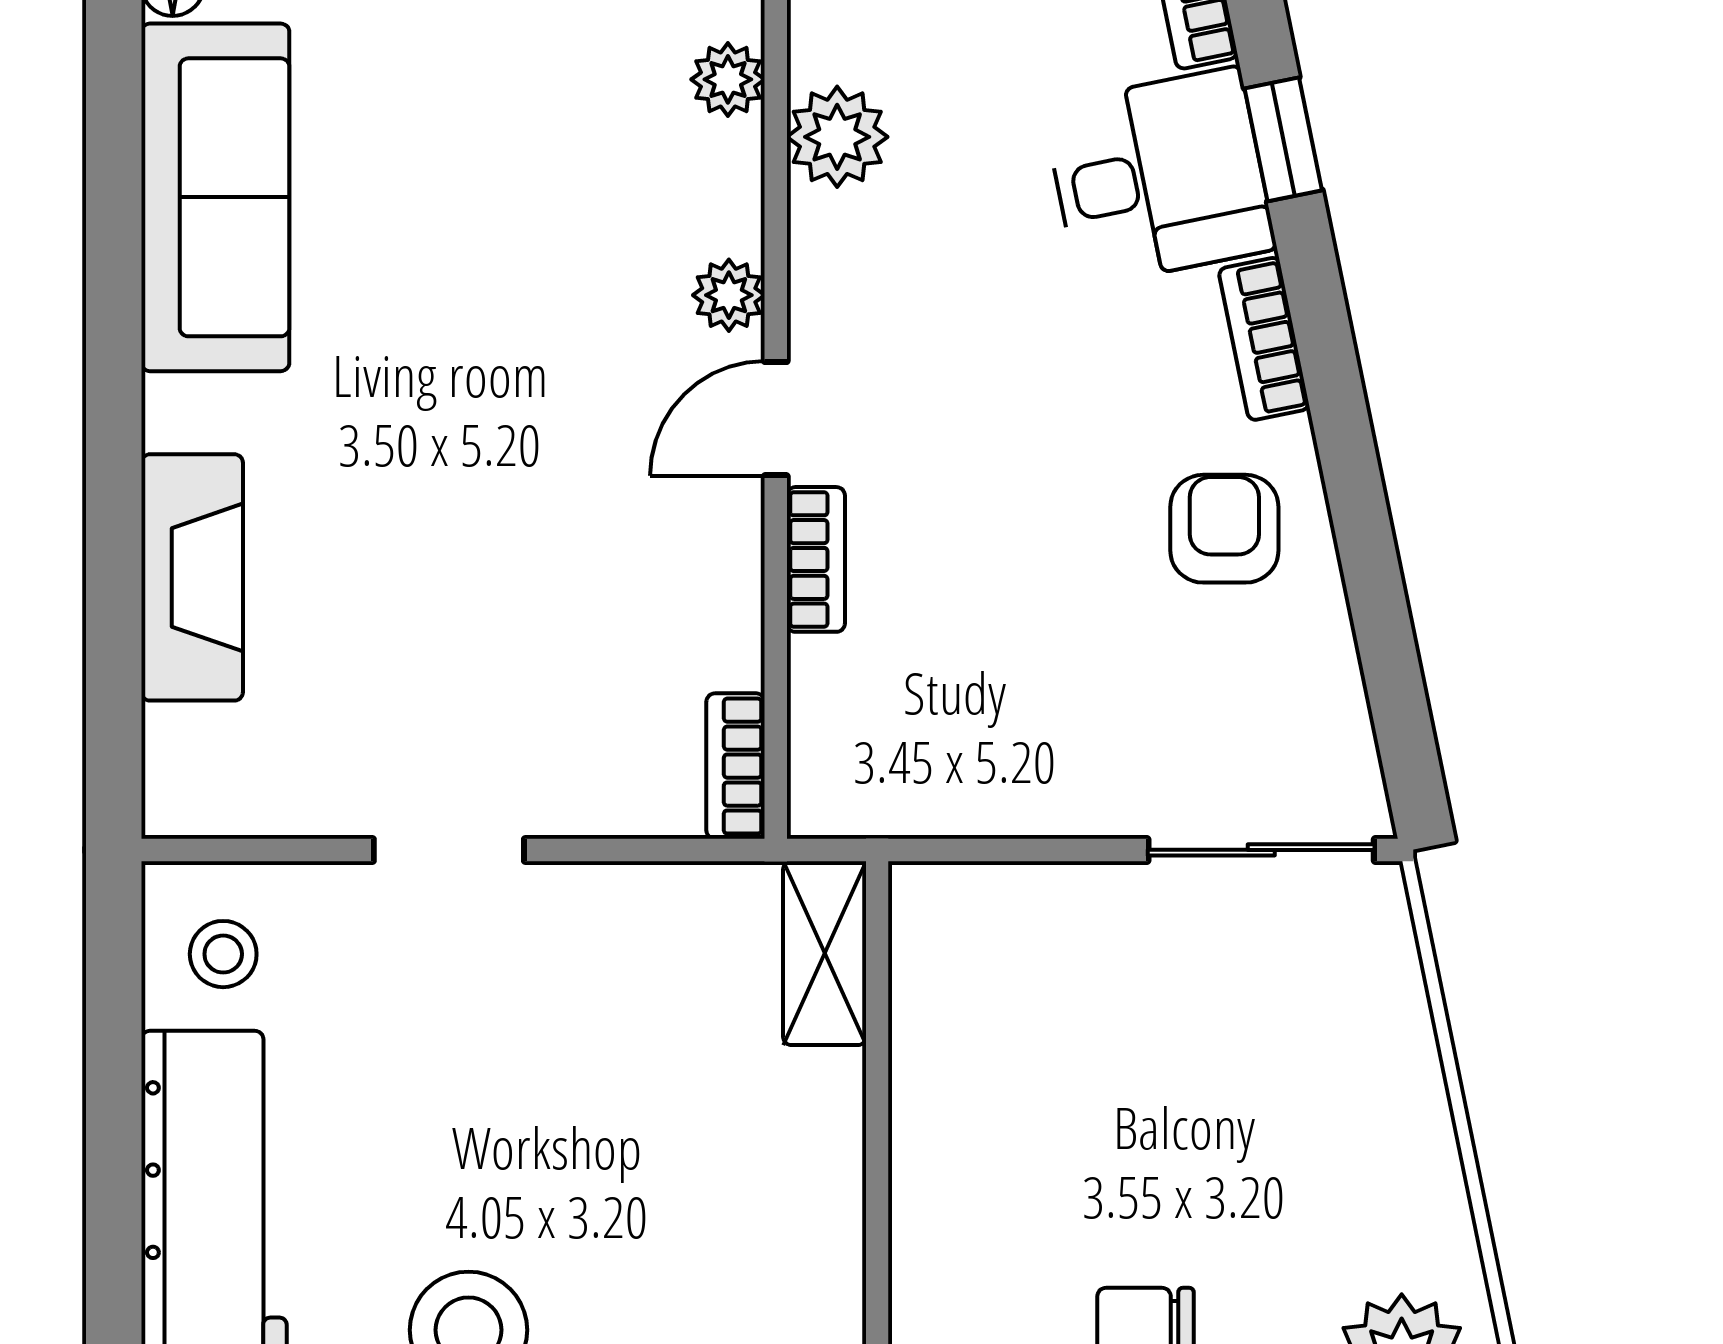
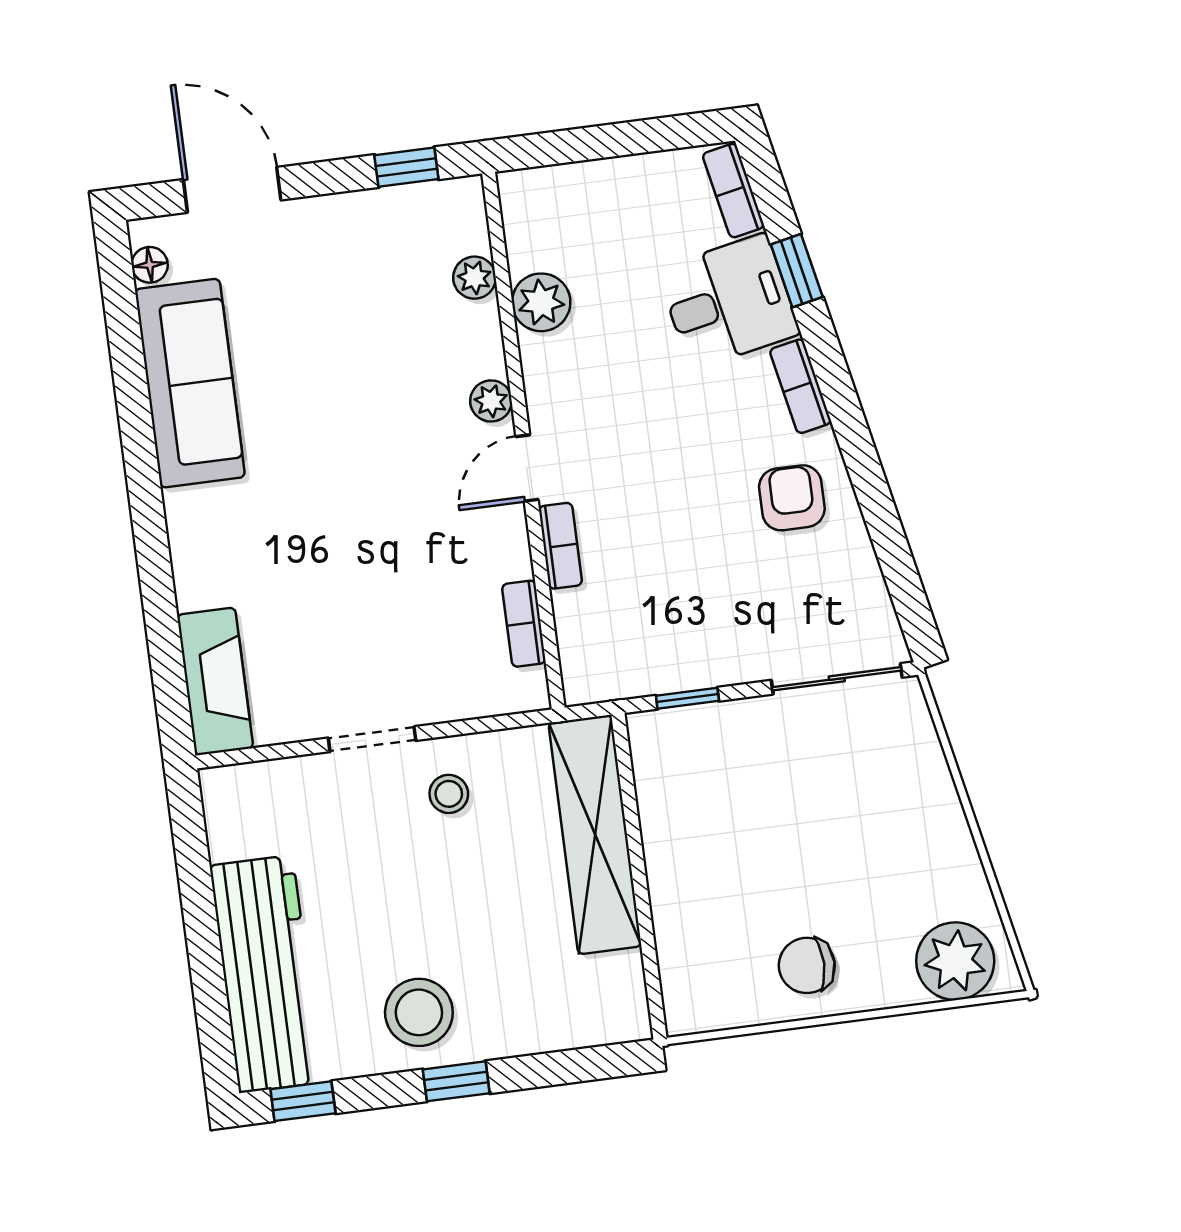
fireplace: (192, 577) -> (215, 681), moved
bookcase: (736, 766) -> (524, 624), moved
window: (1000, 850) -> (687, 698), added
shelving: (825, 953) -> (595, 835), width x2.20, depth x1.33
stool: (223, 954) -> (449, 794), moved

